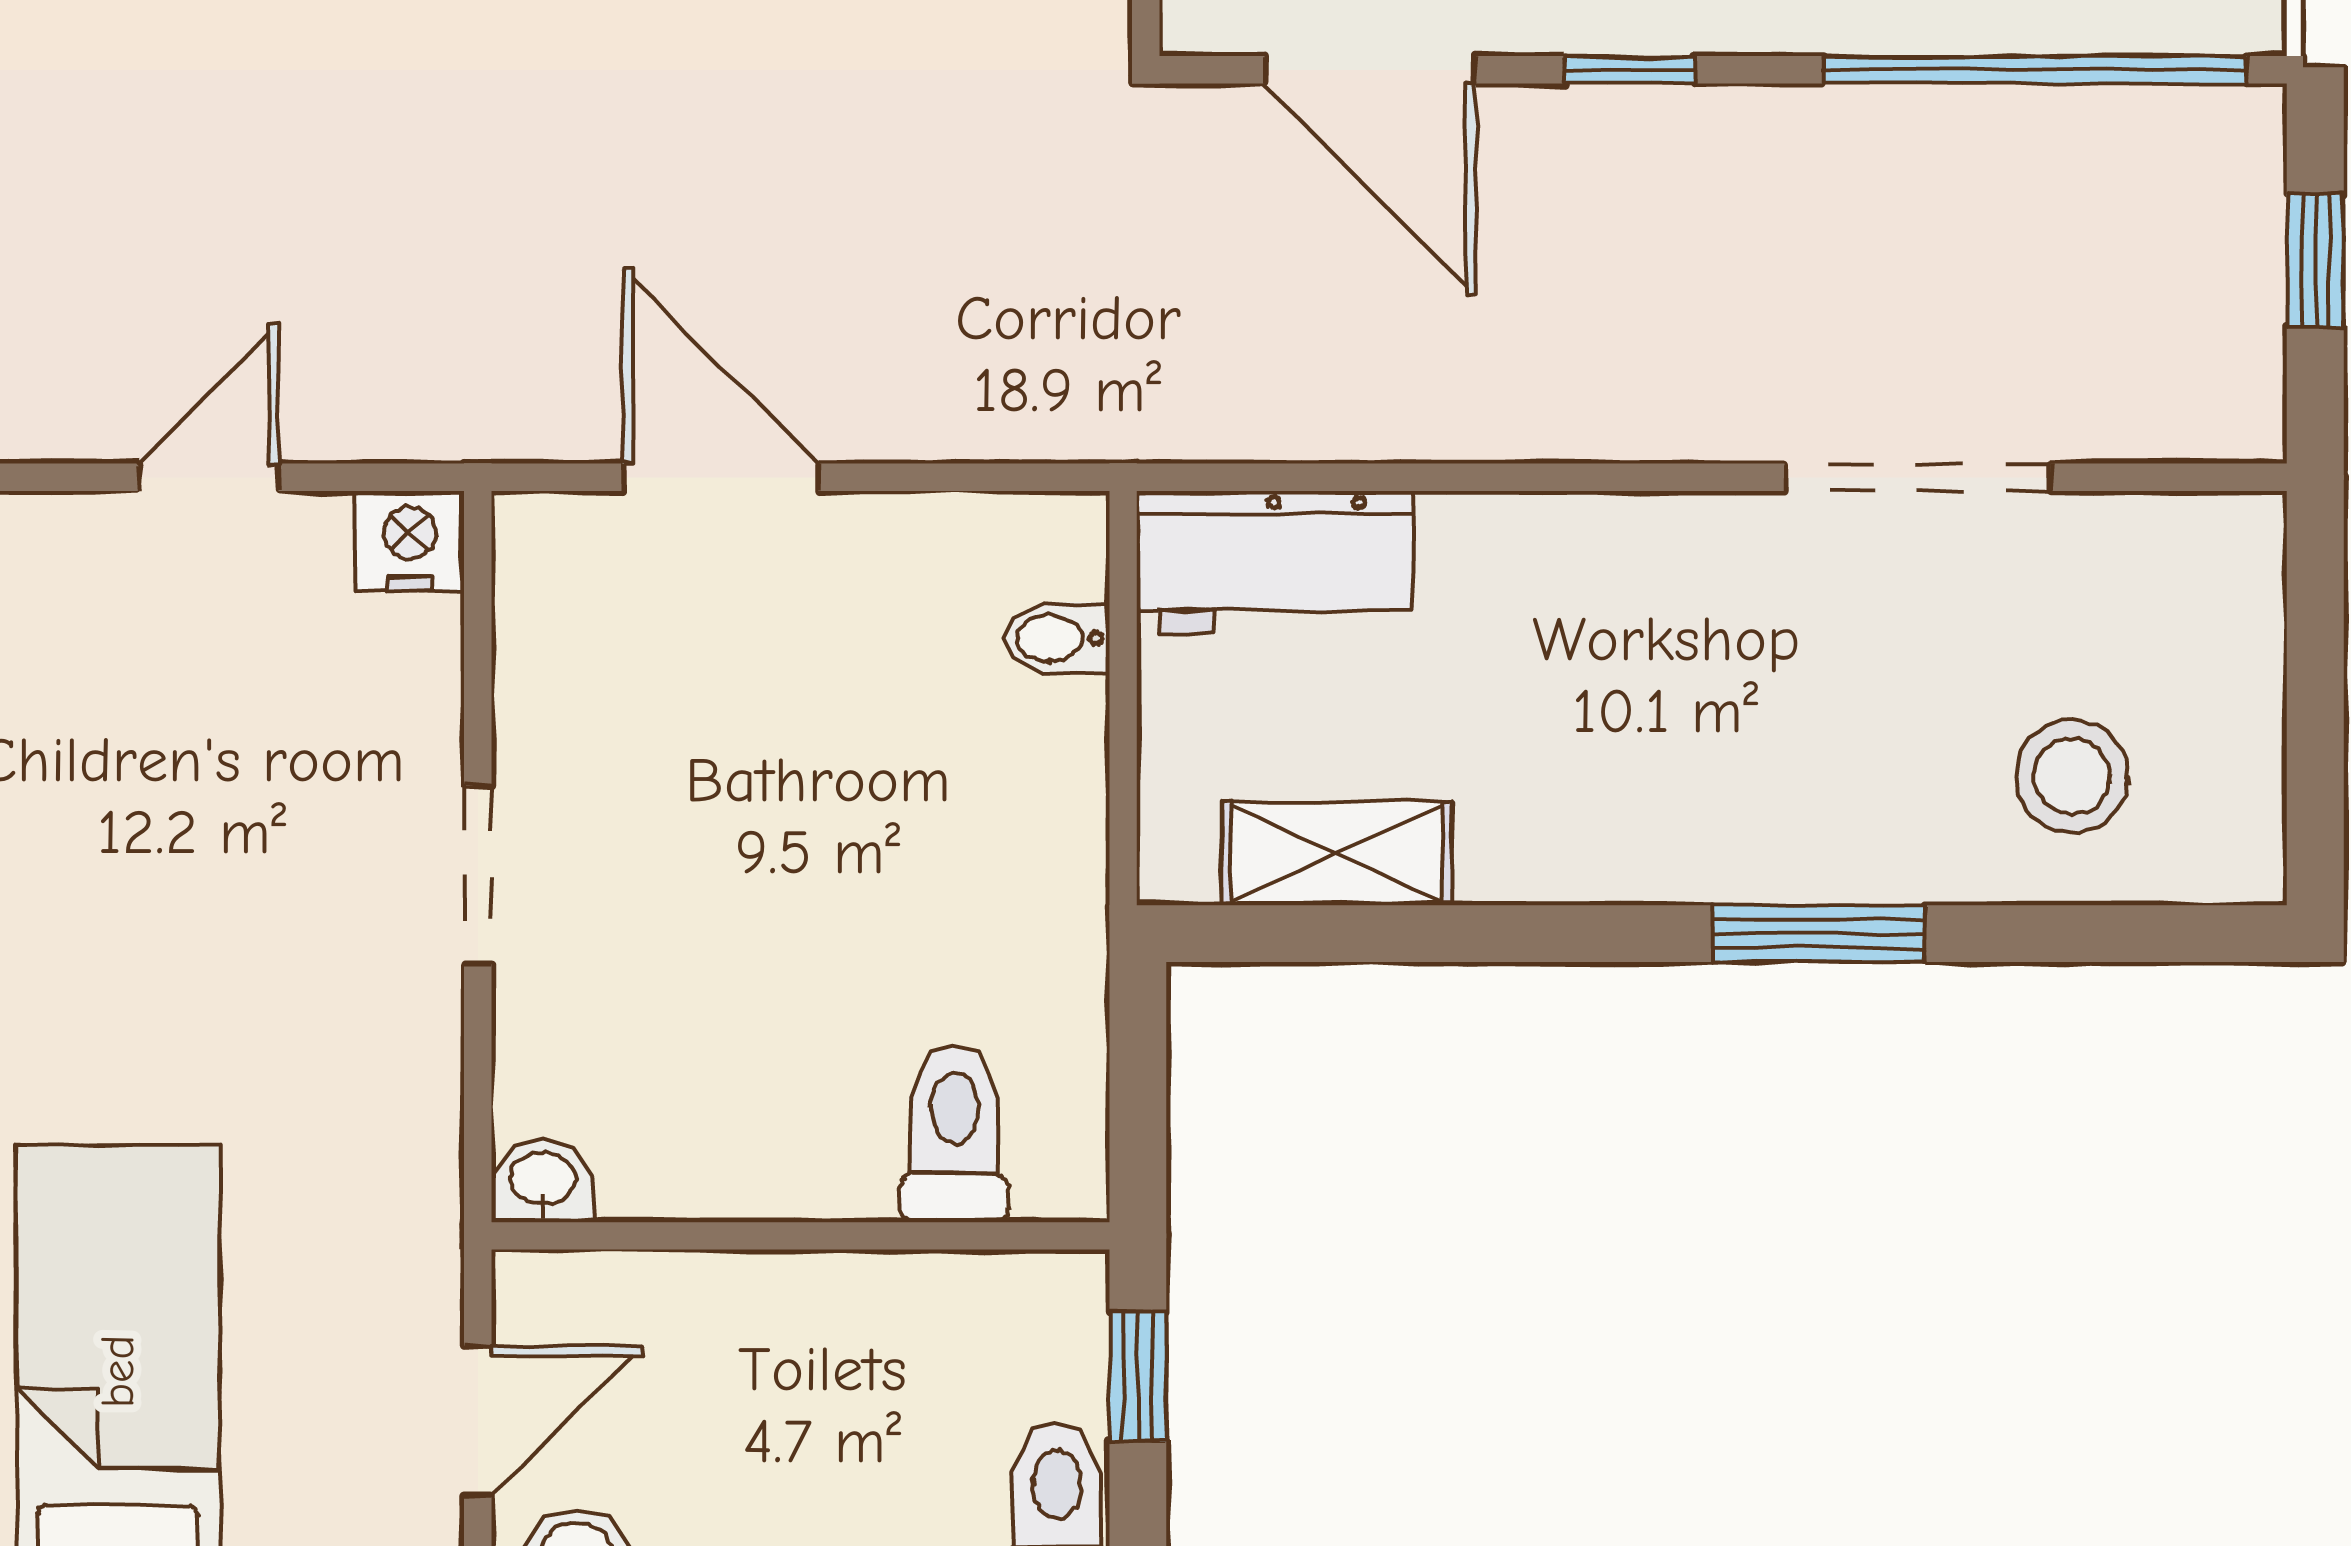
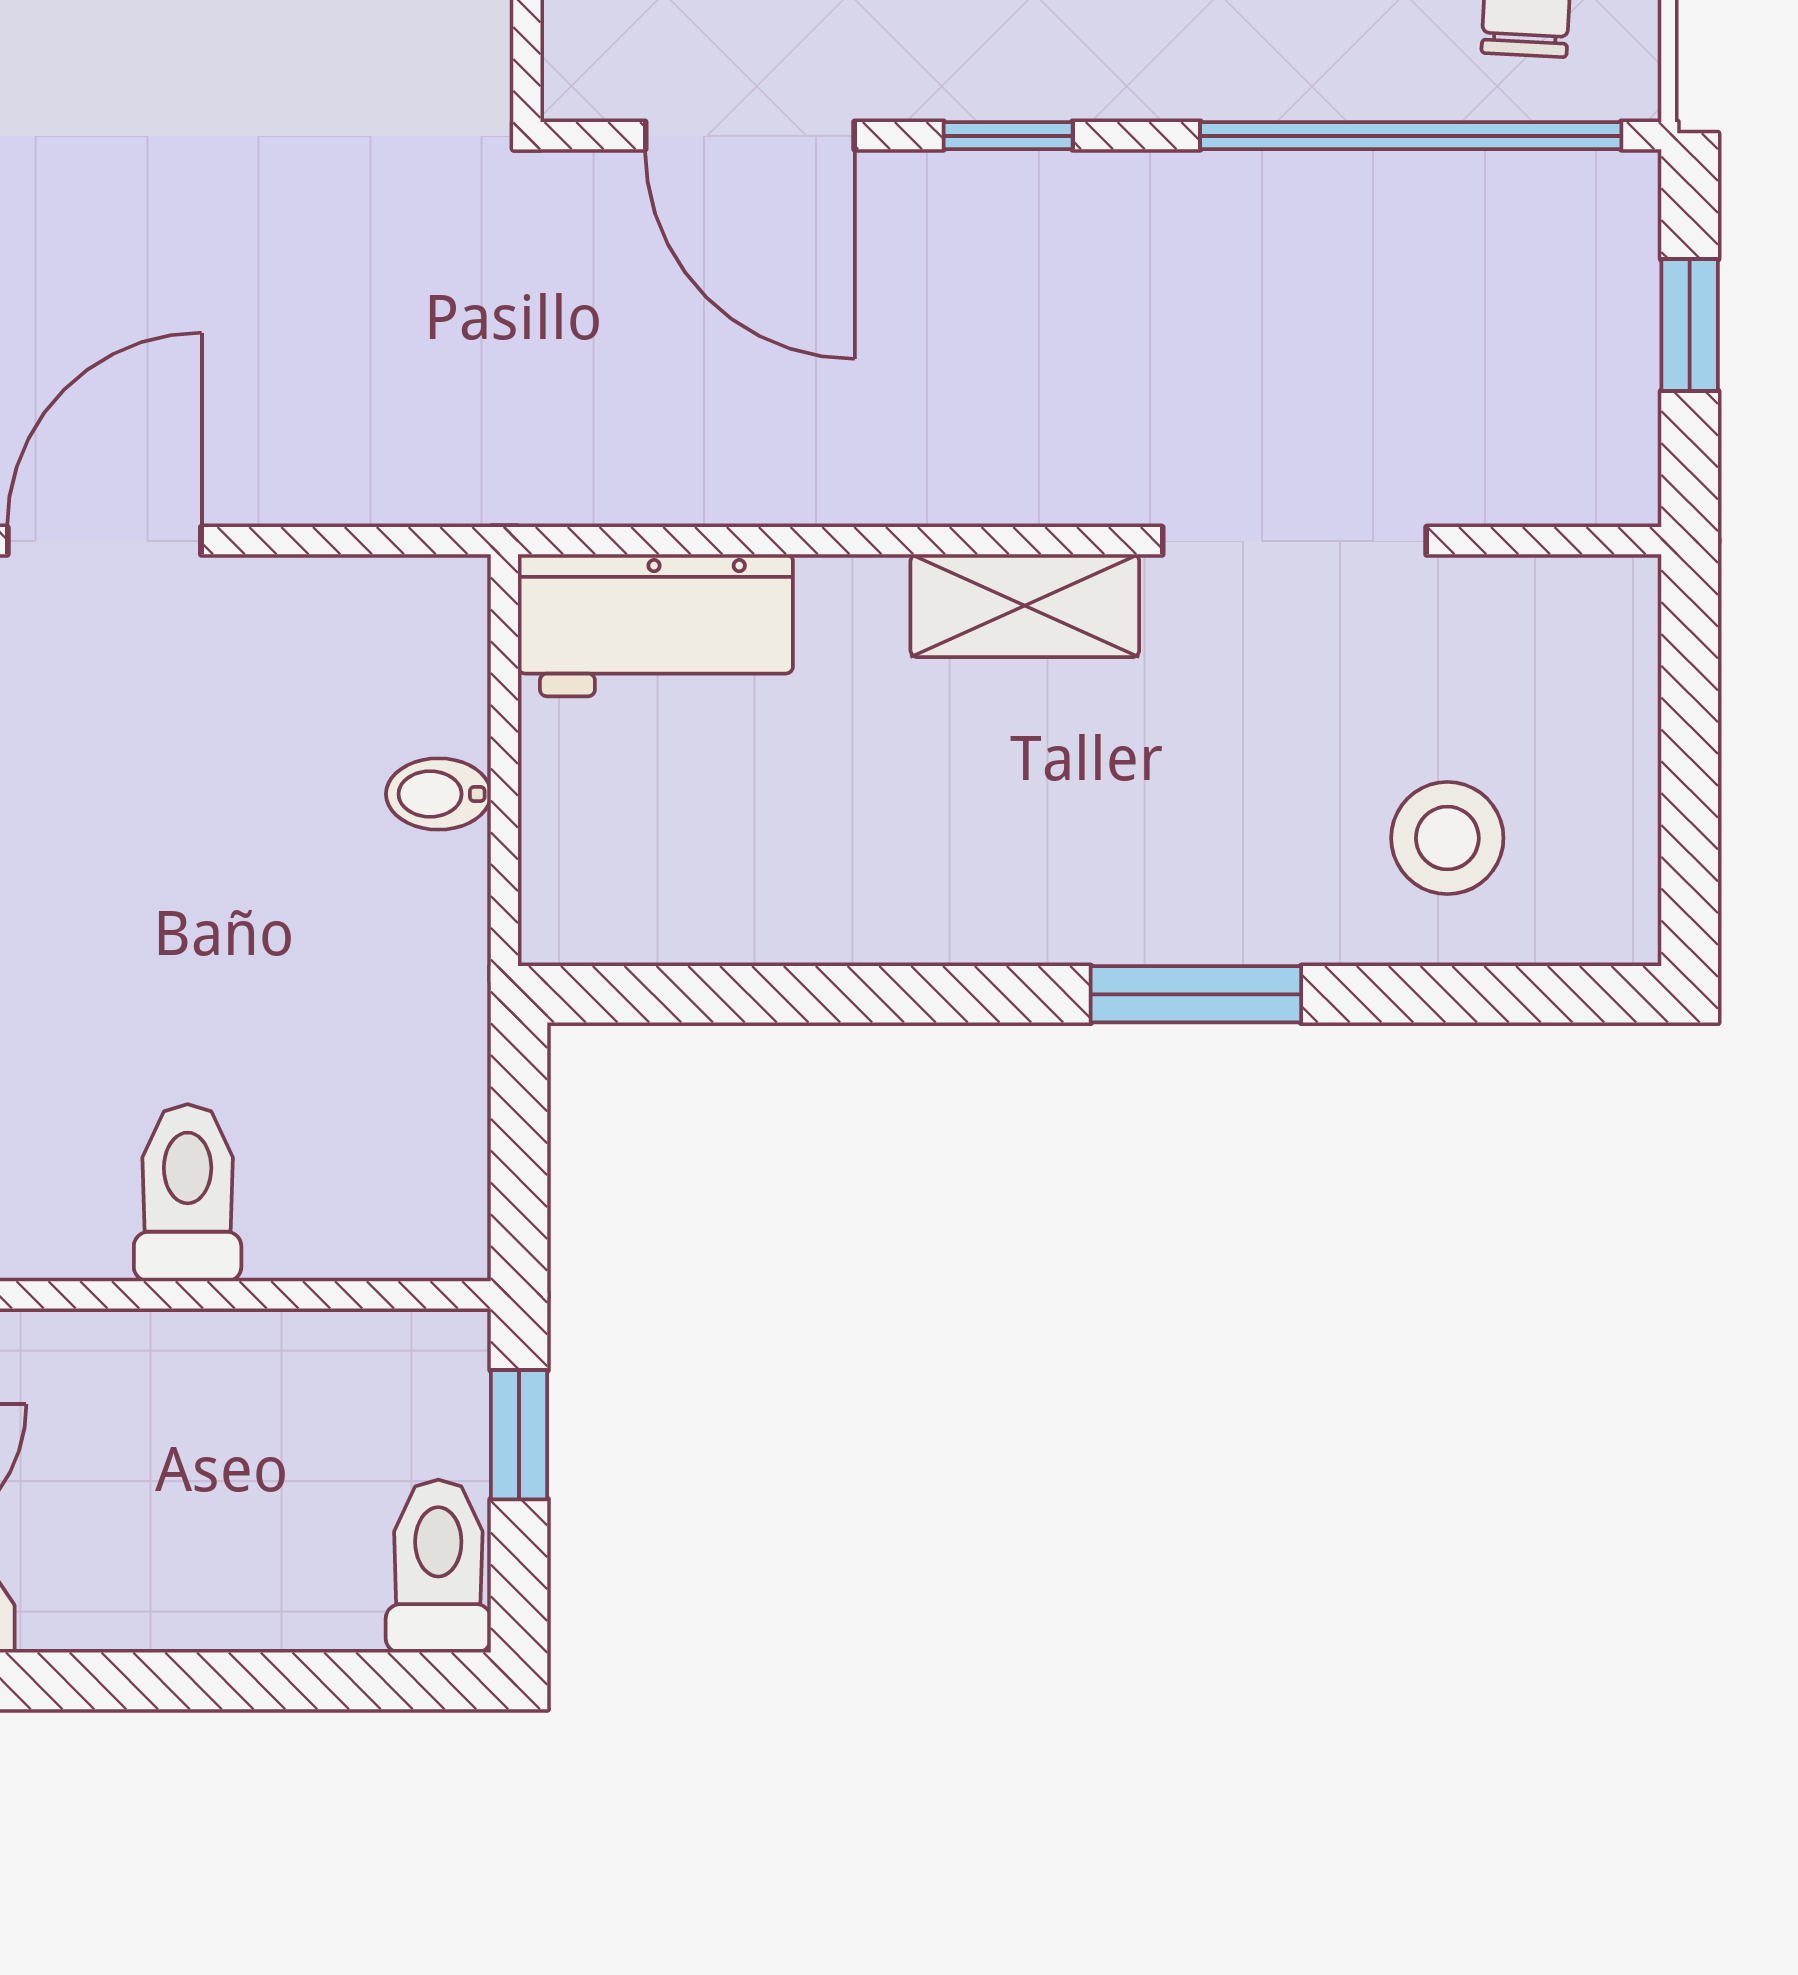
door: (721, 477) -> (104, 541), hinge flipped
bidet: (1057, 638) -> (438, 794), moved
shelving: (1336, 854) -> (1025, 606), moved
toilet: (954, 1133) -> (188, 1193), moved

